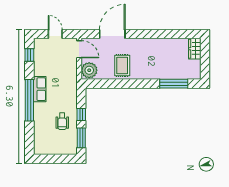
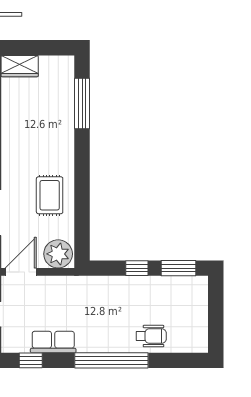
rug: (122, 66) -> (50, 195), turned 90
row of seats: (40, 89) -> (53, 342), moved
wheelchair: (62, 121) -> (151, 336), moved

